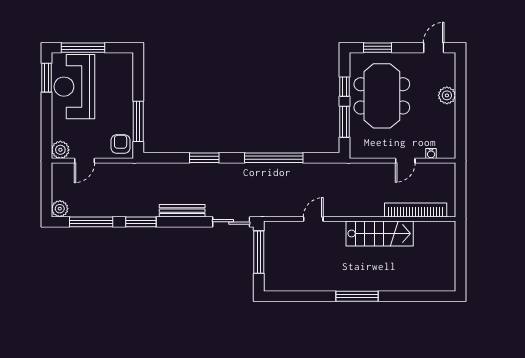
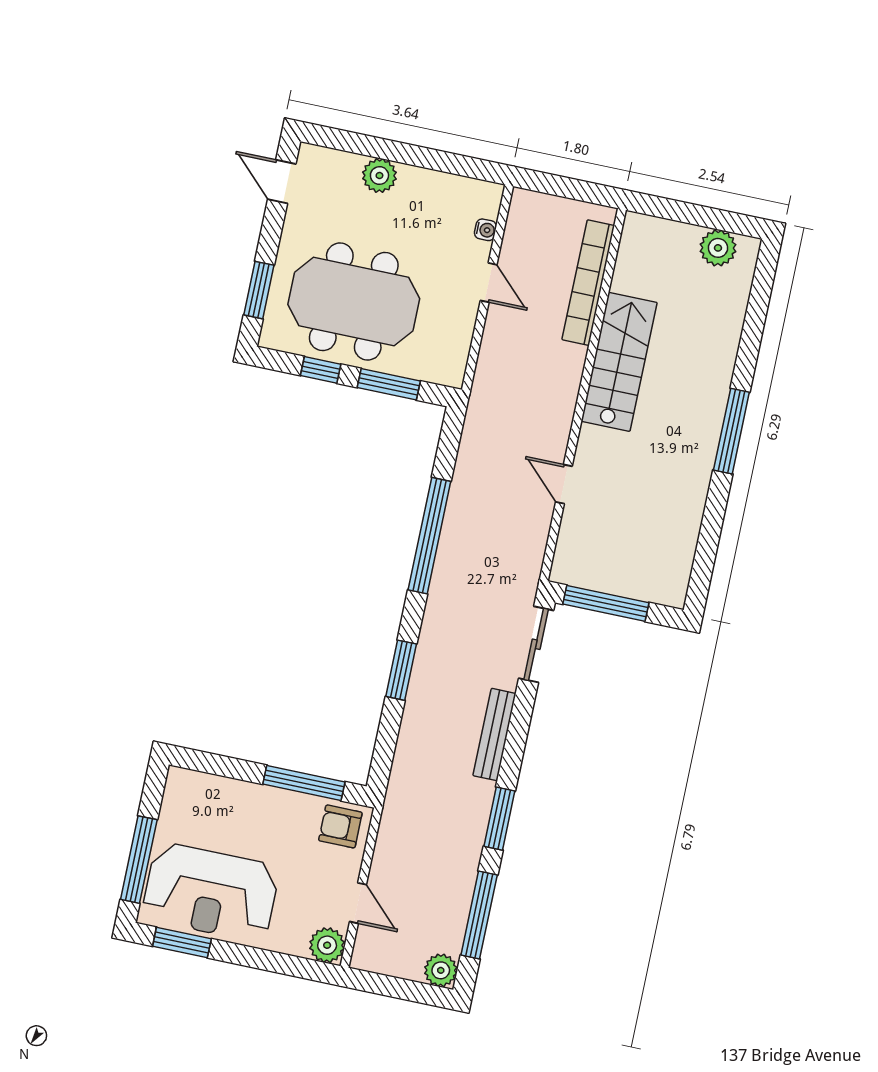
plant: (446, 271) -> (718, 248), added

